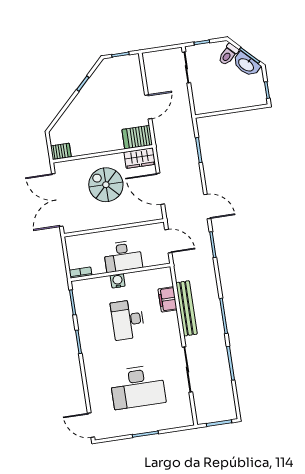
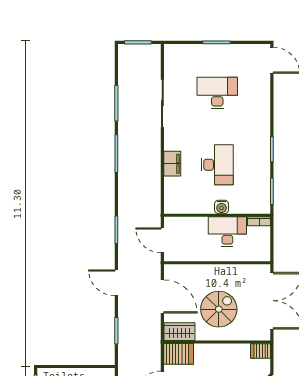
spiral stairs: (106, 185) -> (219, 309), turned -90
door: (207, 207) -> (116, 283), moved
desk: (123, 256) -> (227, 232), moved
filing cabinet: (168, 299) -> (172, 164), moved
bench: (187, 308) -> (154, 167), removed
desk: (138, 387) -> (217, 93), width x0.73, depth x0.77

